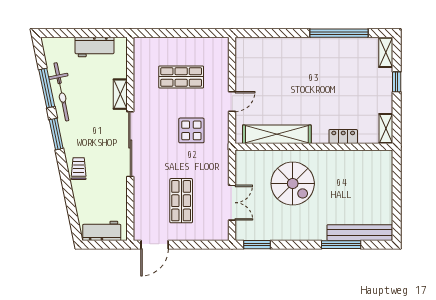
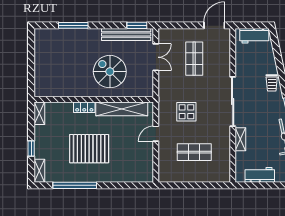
pallet: (320, 82) -> (89, 149), added
locker: (343, 137) -> (84, 107), moved
double door: (232, 203) -> (156, 57), swing flipped
bench: (360, 233) -> (126, 34), moved

